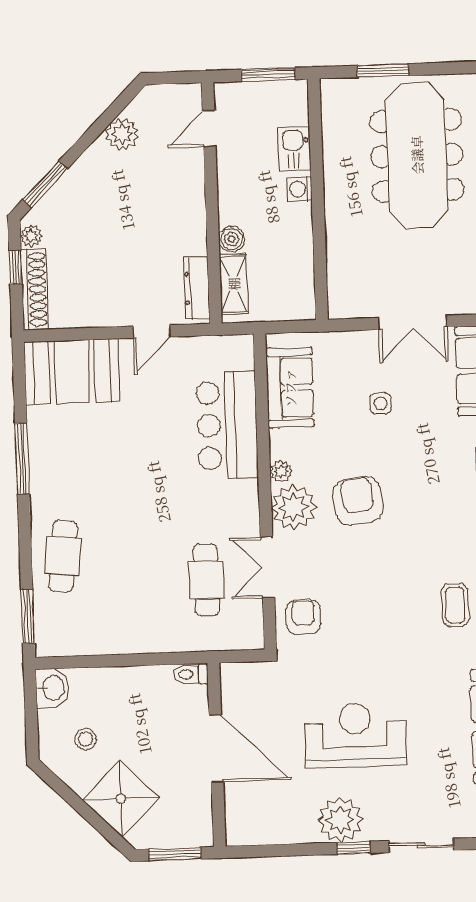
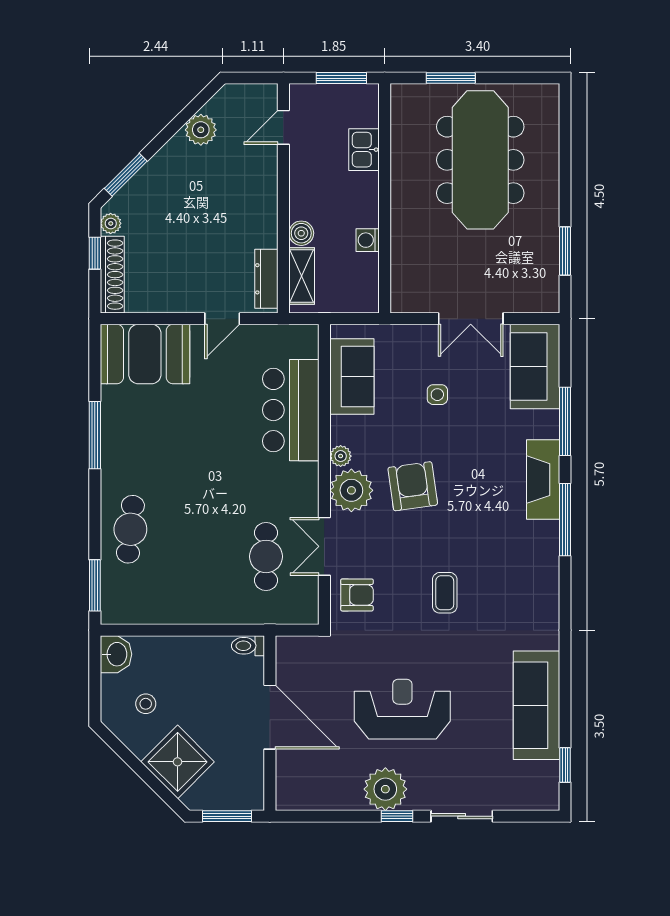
washing machine: (300, 189) -> (368, 240), moved
coffee table: (455, 605) -> (445, 593), moved
armchair: (303, 617) -> (357, 595), turned 90

